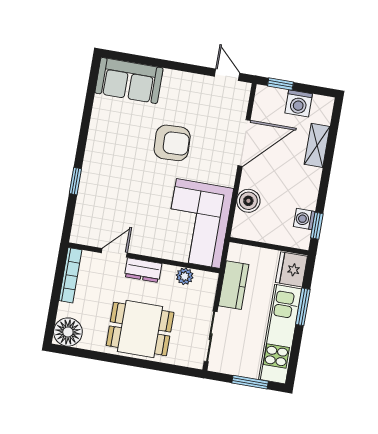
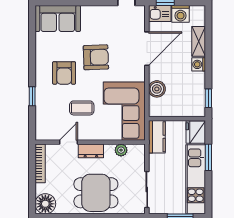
kitchen sink: (270, 98) -> (160, 13), added
armchair: (125, 157) -> (64, 73), added
coffee table: (141, 209) -> (82, 108), added
washing machine: (304, 219) -> (199, 64), moved
kitchen counter: (234, 285) -> (157, 137), moved

